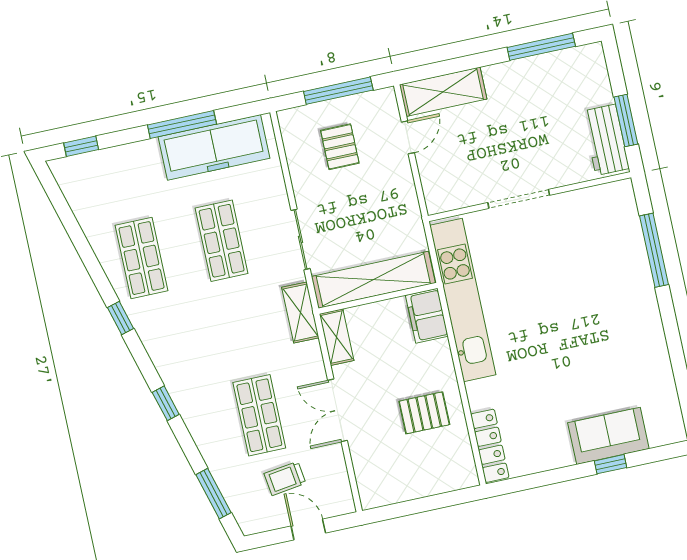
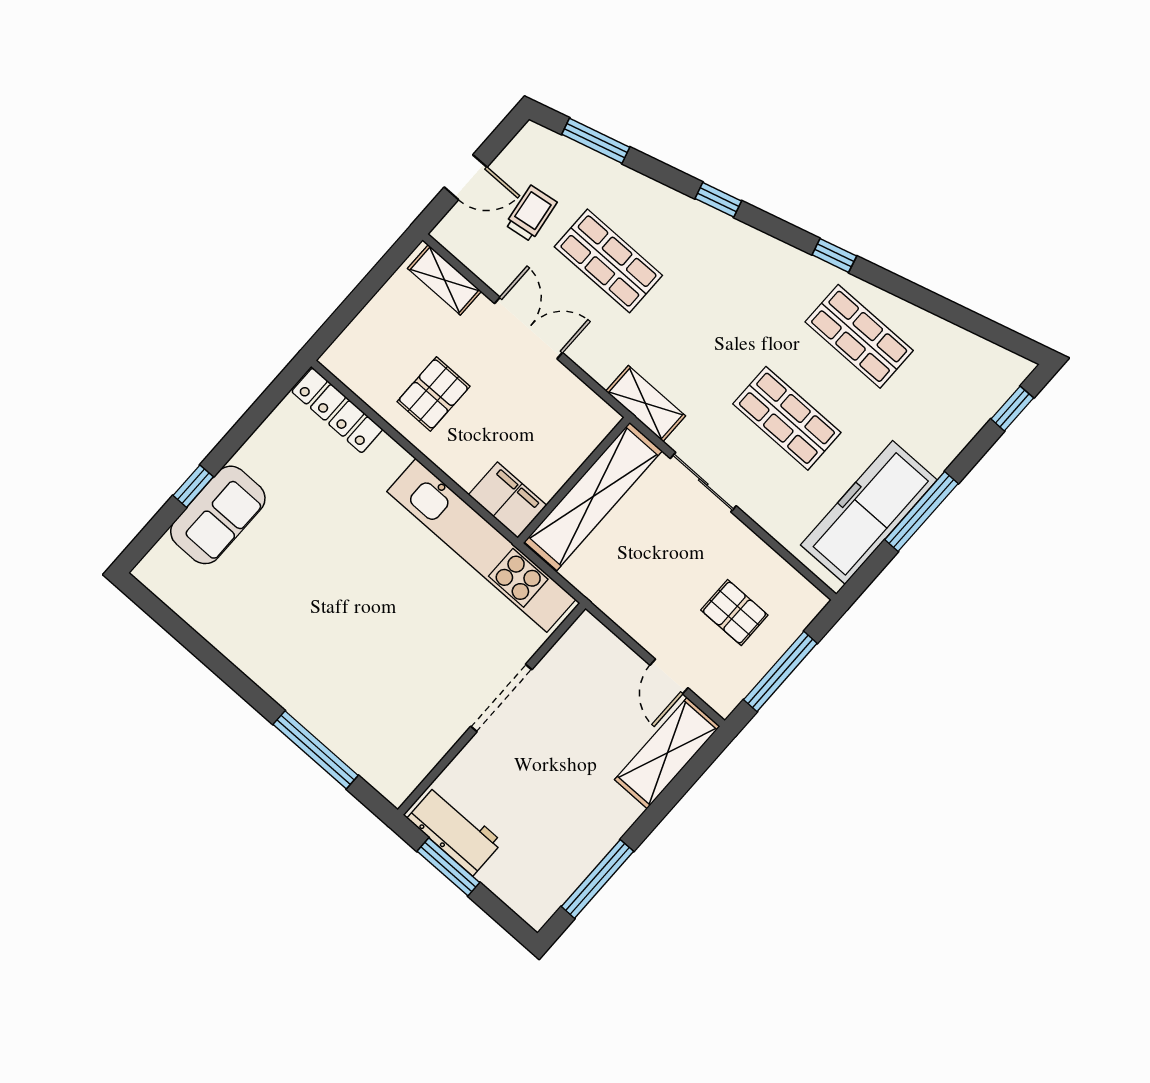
shelving: (337, 337) -> (444, 280), moved

